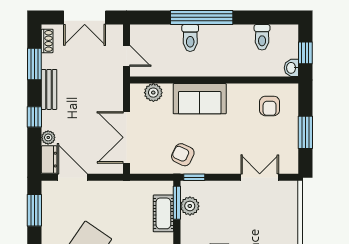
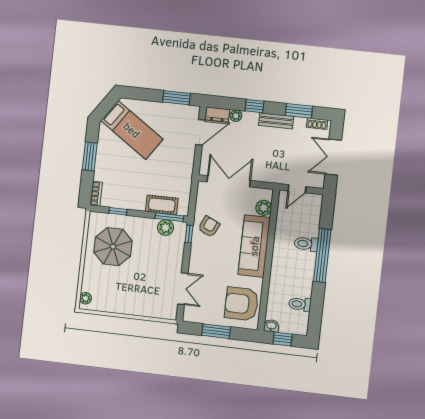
sofa: (200, 99) -> (254, 246), width x1.36
armchair: (270, 106) -> (241, 304), width x1.88, depth x1.88

